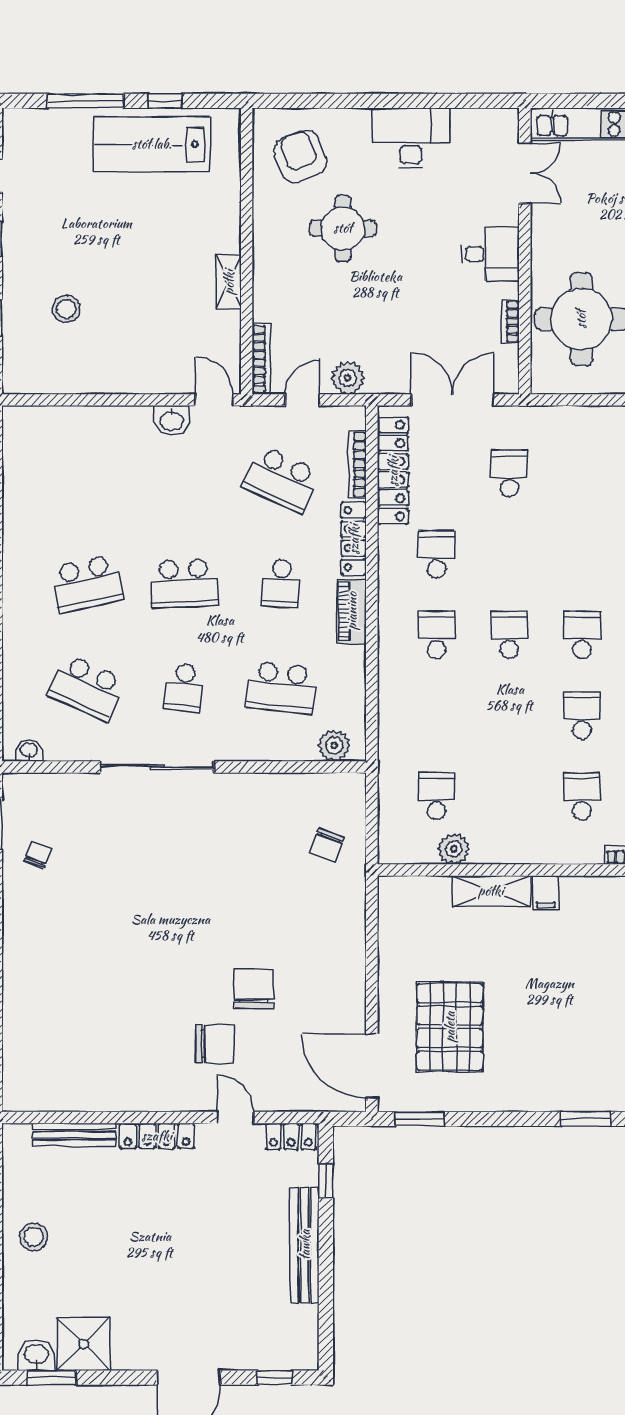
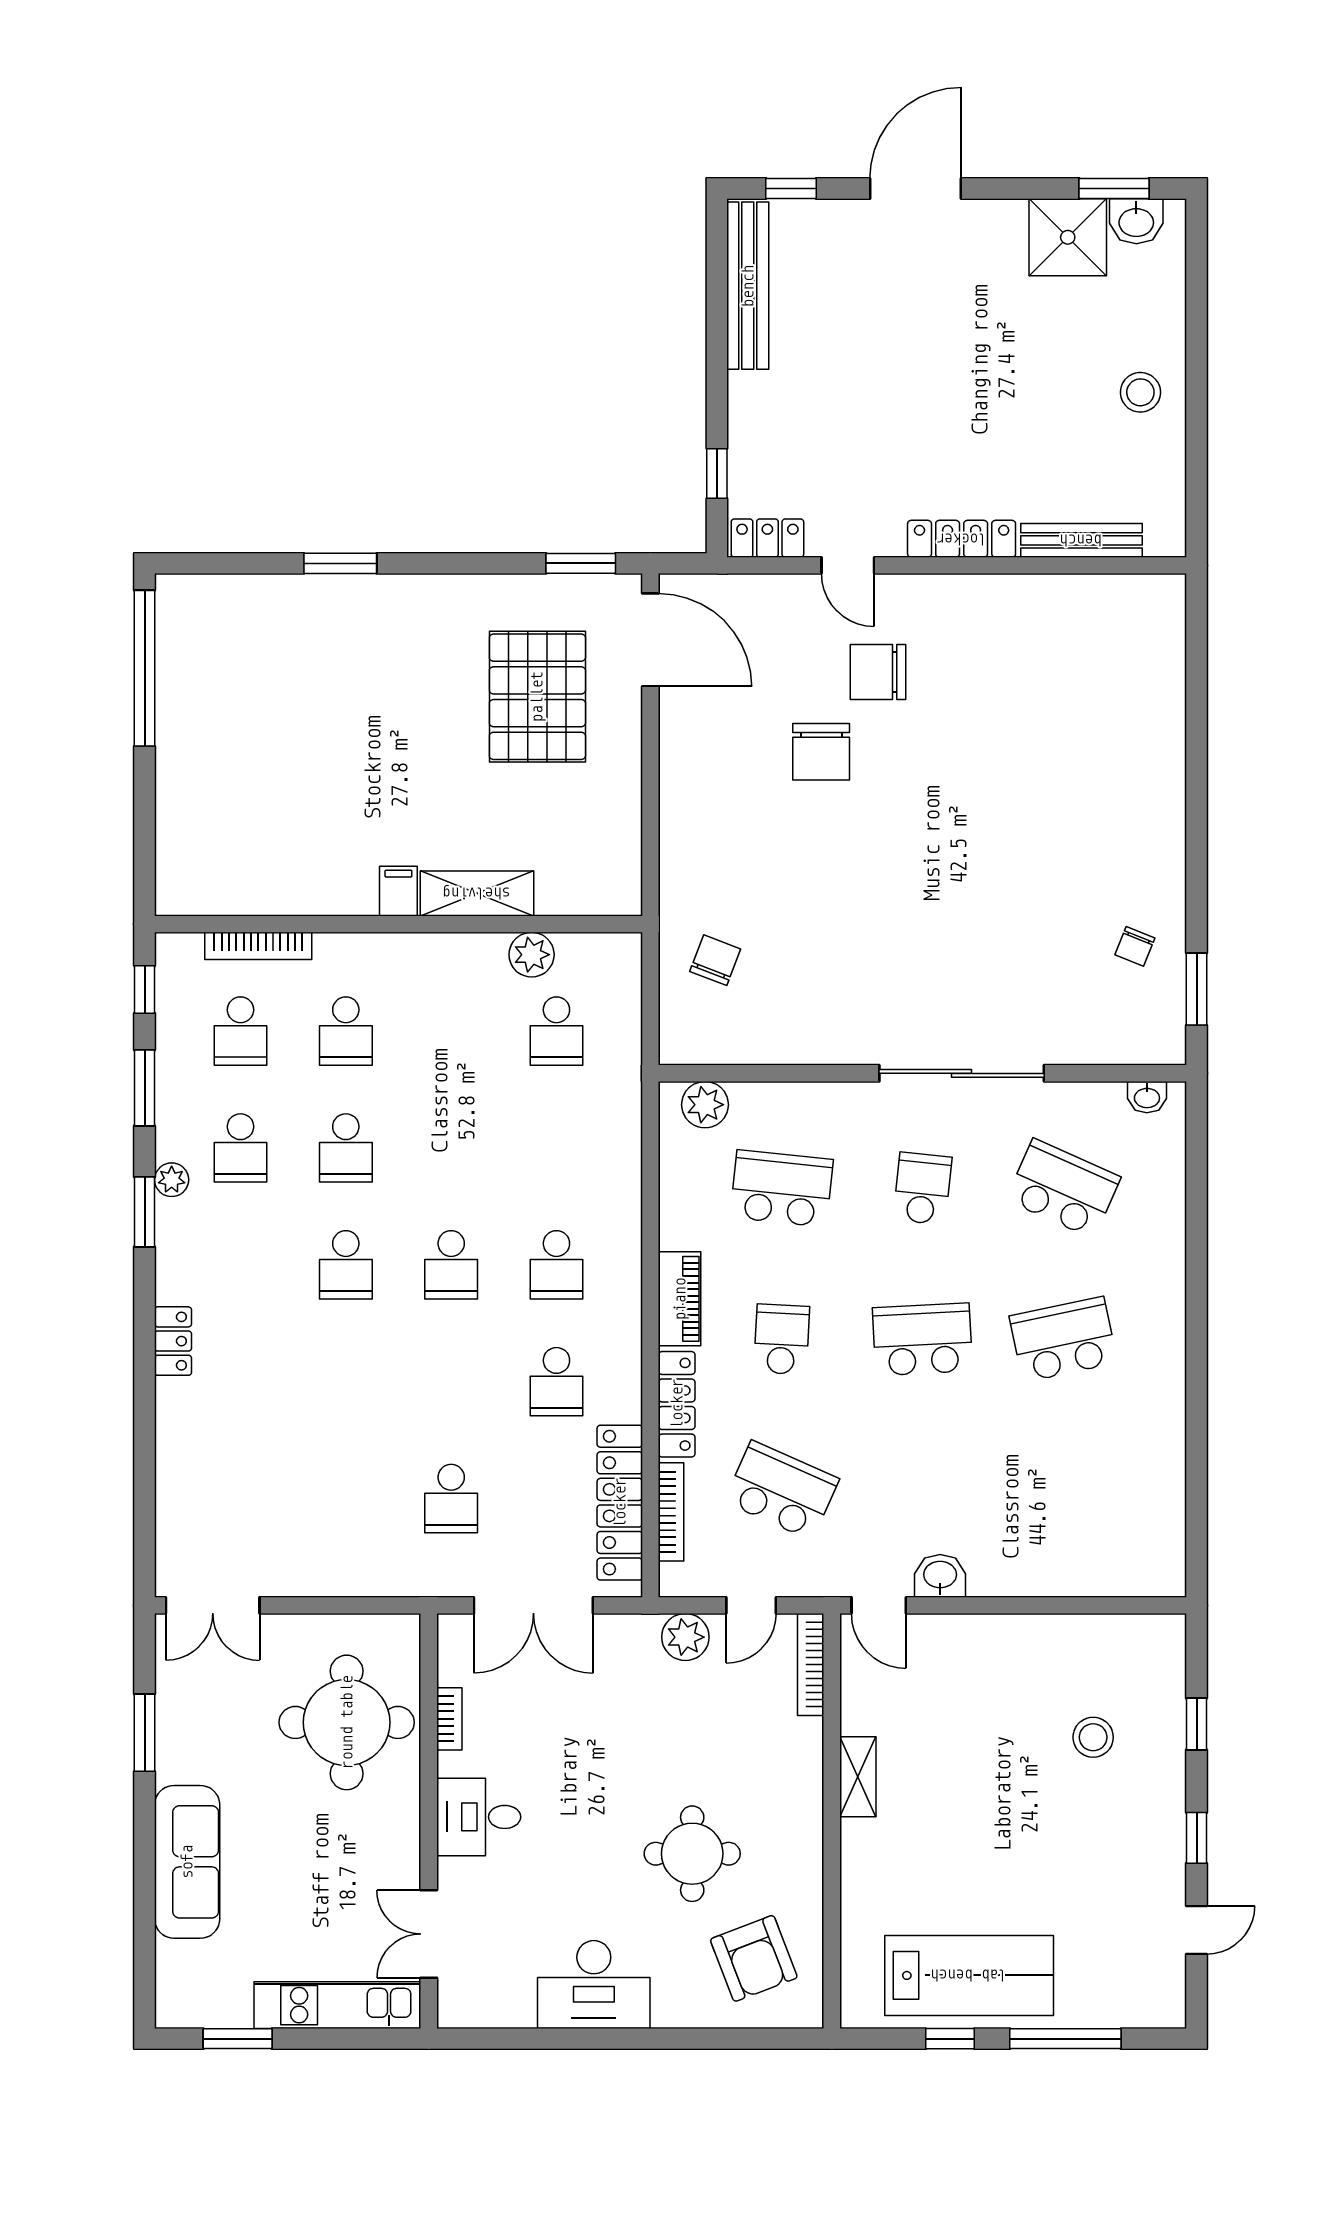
bench: (305, 1245) -> (748, 286), moved

